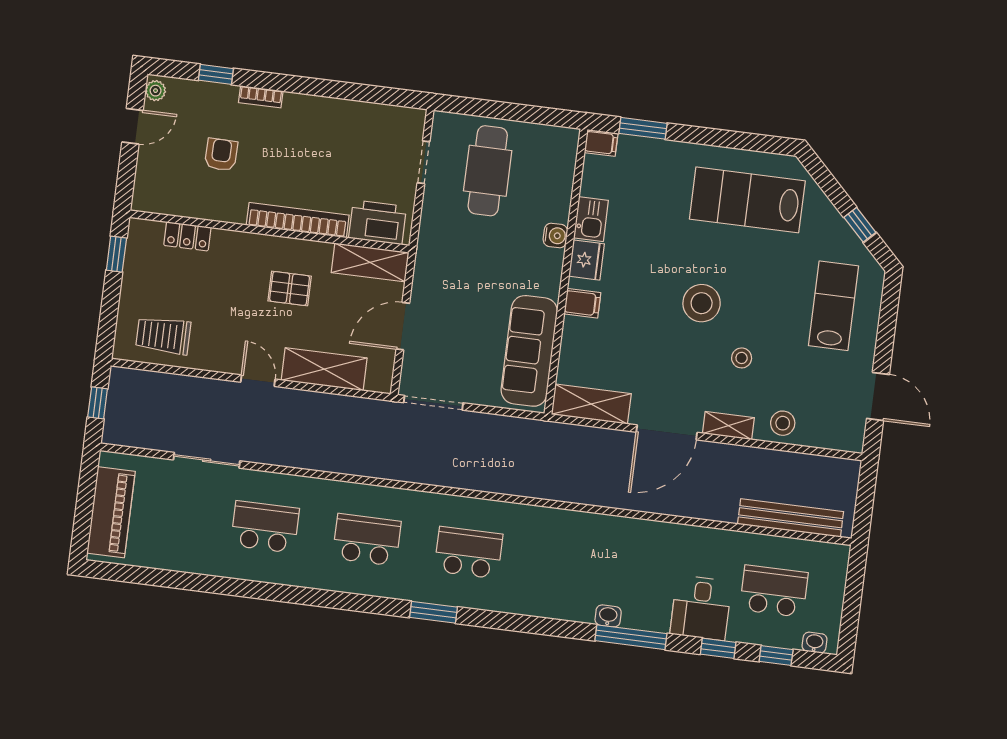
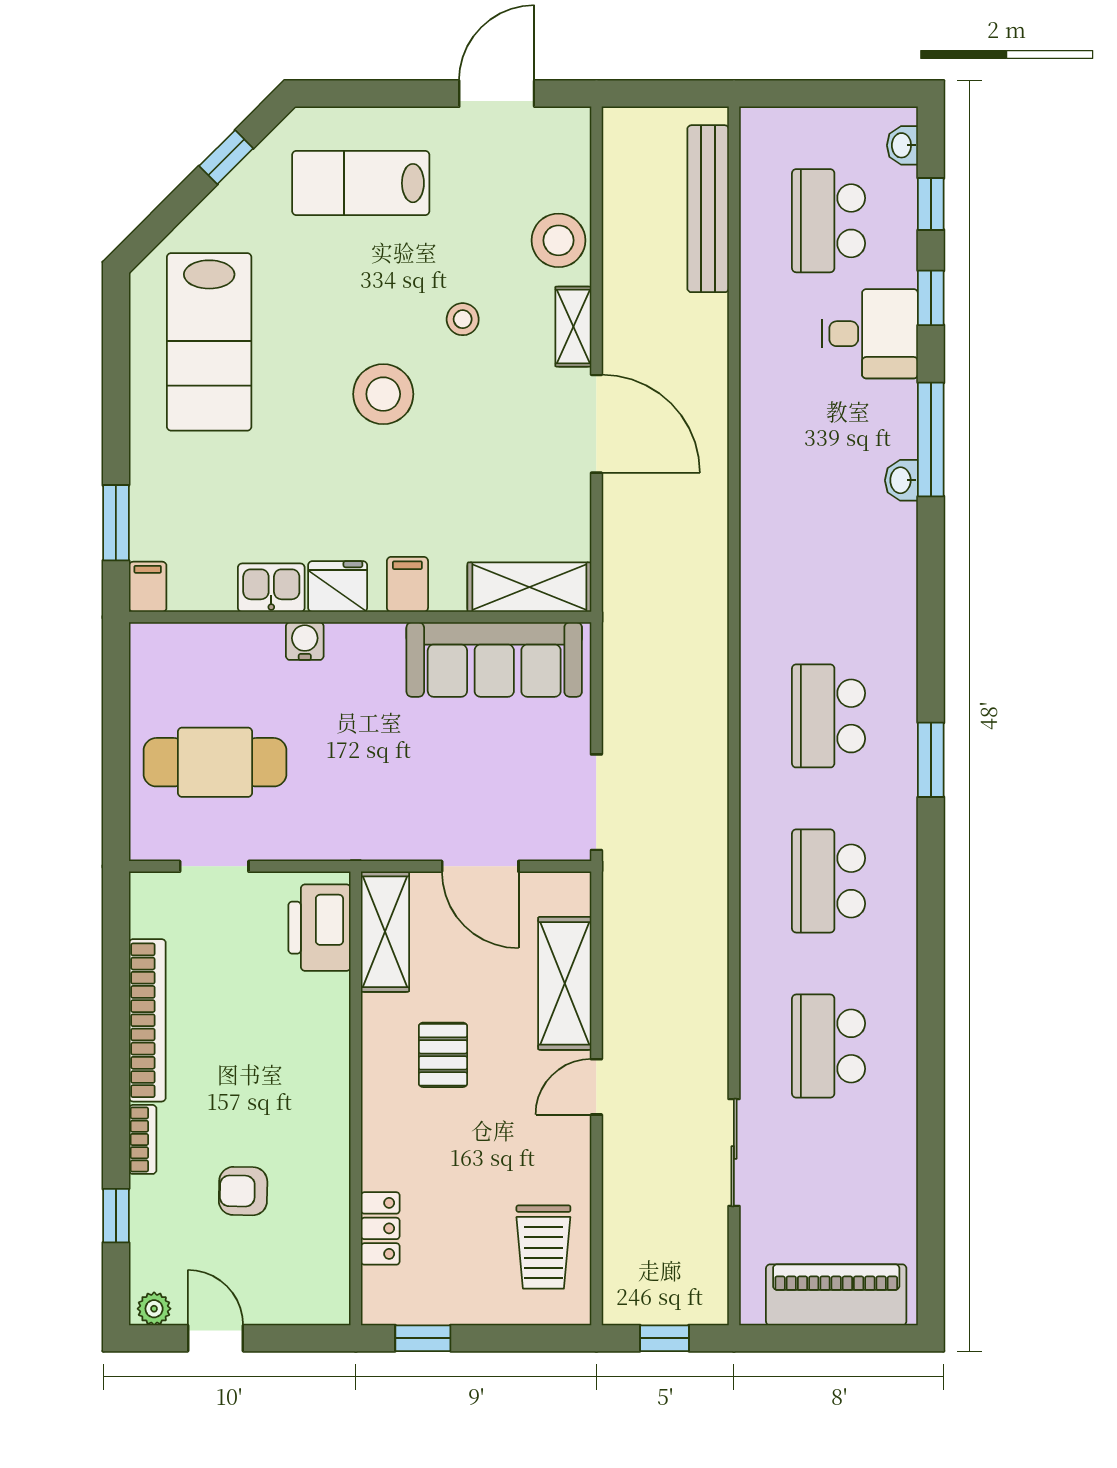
bookcase: (298, 220) -> (147, 1020), moved, turned 180
shelving: (591, 404) -> (529, 587), moved, turned 90
stool: (783, 423) -> (558, 240), width x1.38, depth x1.38

